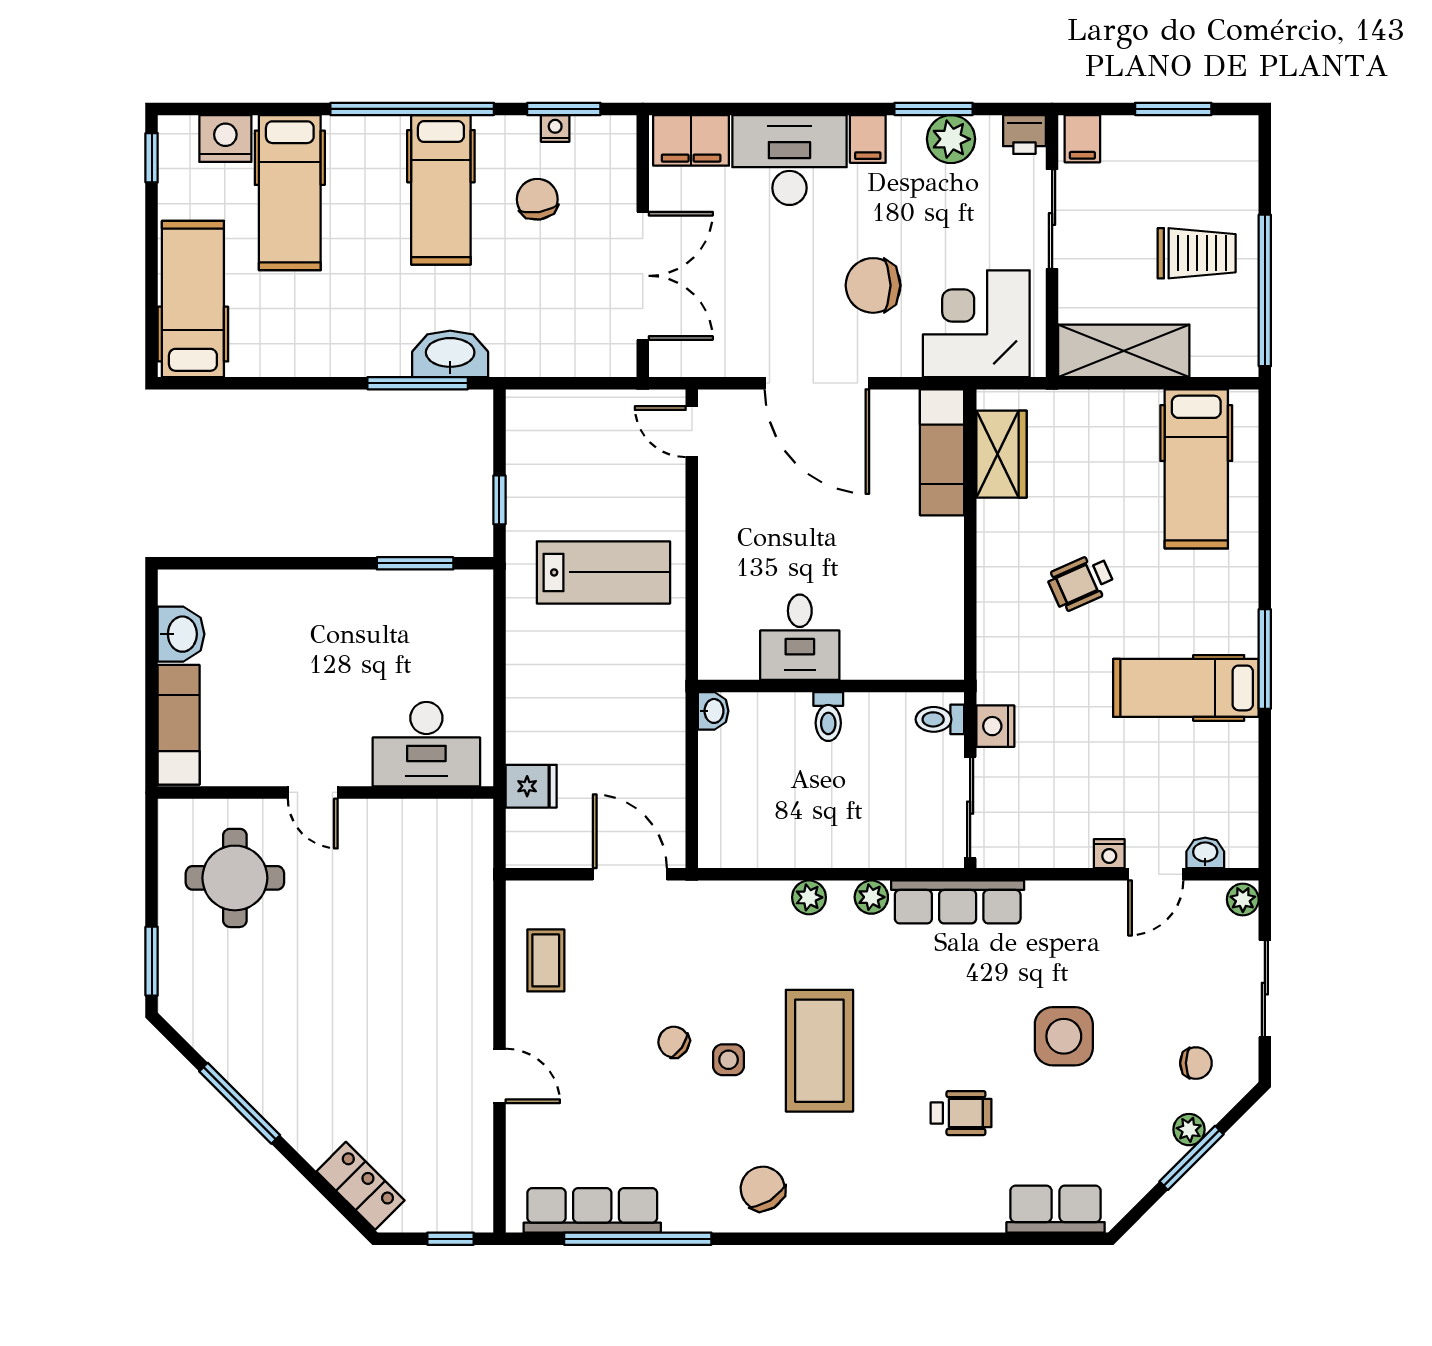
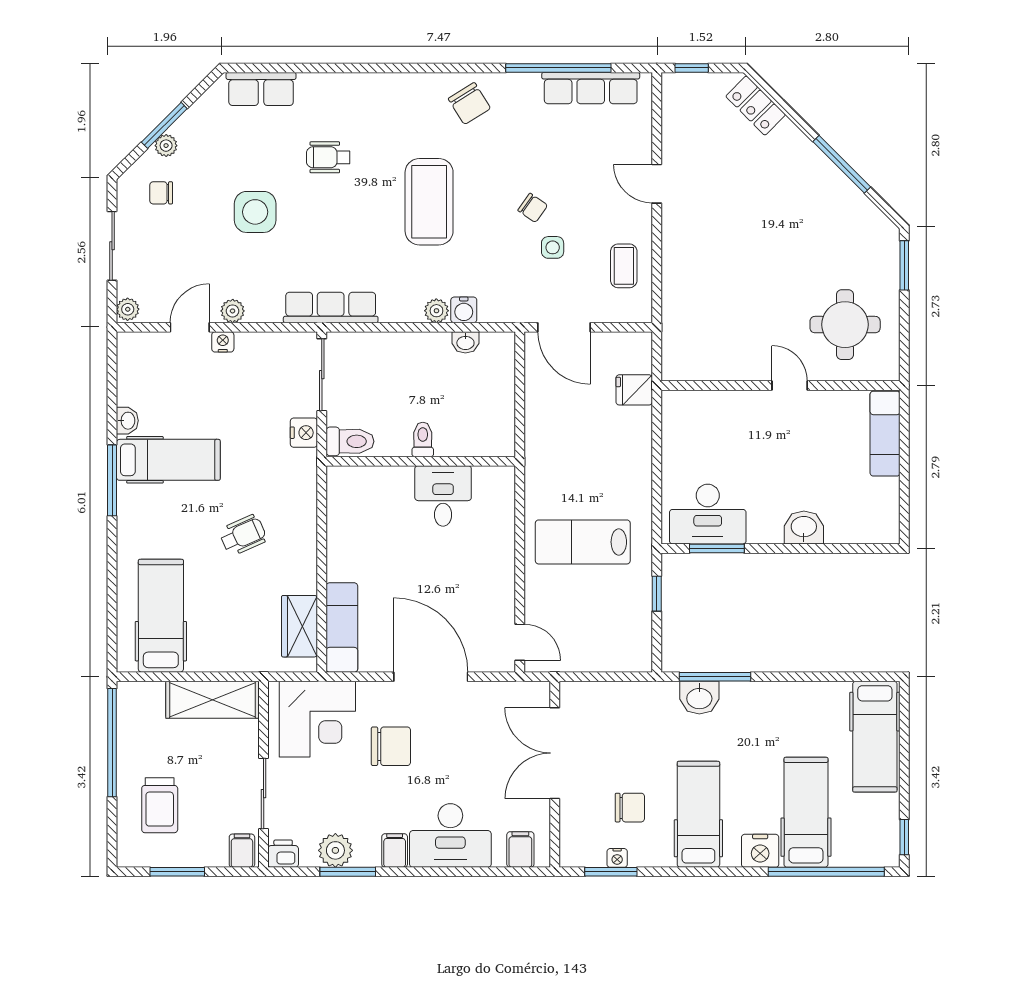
window: (412, 109) -> (826, 872), moved
nightstand: (225, 138) -> (760, 851), moved
filing cabinet: (691, 140) -> (520, 850), width x0.50
chair: (537, 199) -> (630, 808), turned -81
trolley: (1197, 253) -> (160, 805), moved, turned -90
washbasin: (450, 354) -> (699, 698), width x0.72
washbasin: (181, 634) -> (804, 528), moved, turned 90
washbasin: (713, 711) -> (465, 342), moved, turned -90
toilet: (940, 719) -> (350, 441), width x1.37, depth x1.39
desk: (426, 744) -> (708, 514), moved, turned 180
washbasin: (1205, 853) -> (127, 421), moved, turned -90
plant: (871, 897) -> (233, 311), moved
water cooler: (771, 899) -> (464, 310), added
side table: (729, 1060) -> (553, 247), moved

